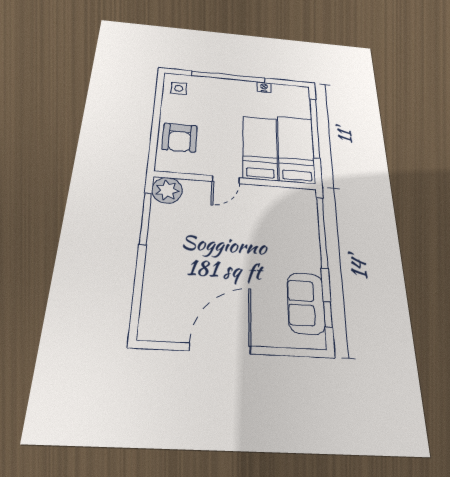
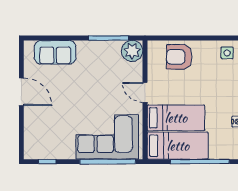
corner sofa: (288, 230) -> (107, 137), added
sofa: (306, 303) -> (55, 52), moved, turned 180
door: (220, 348) -> (21, 92), width x0.73

